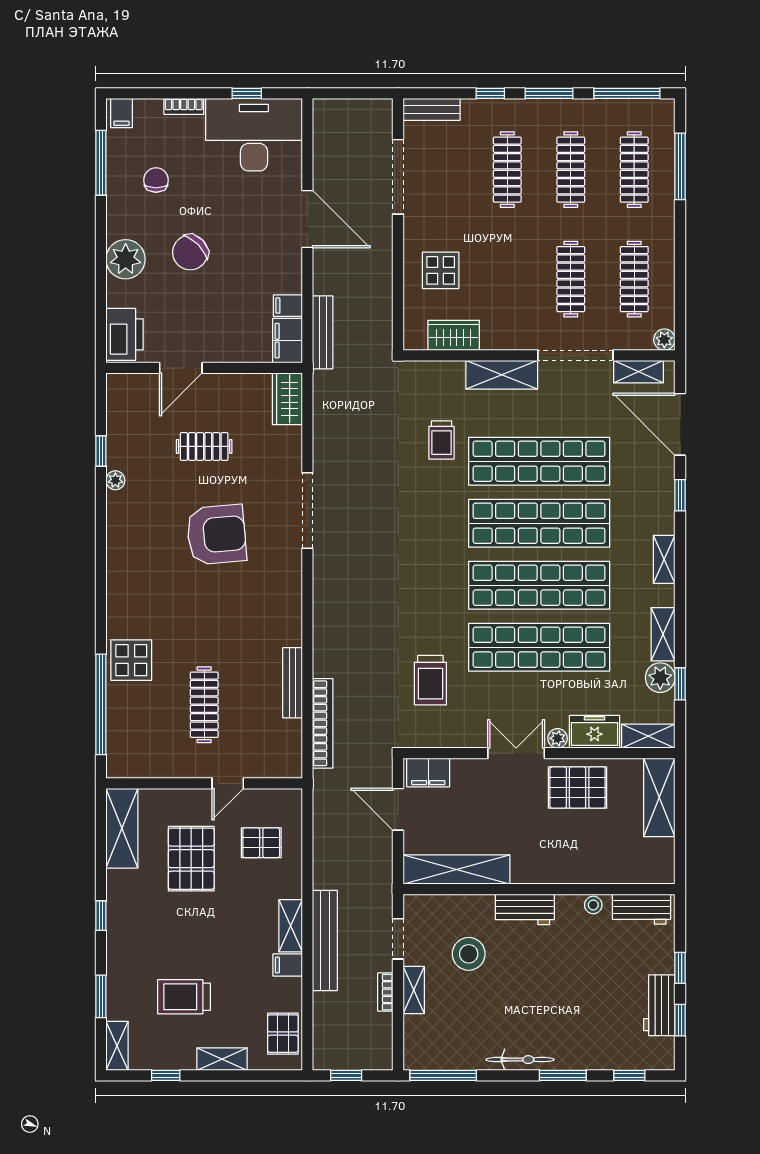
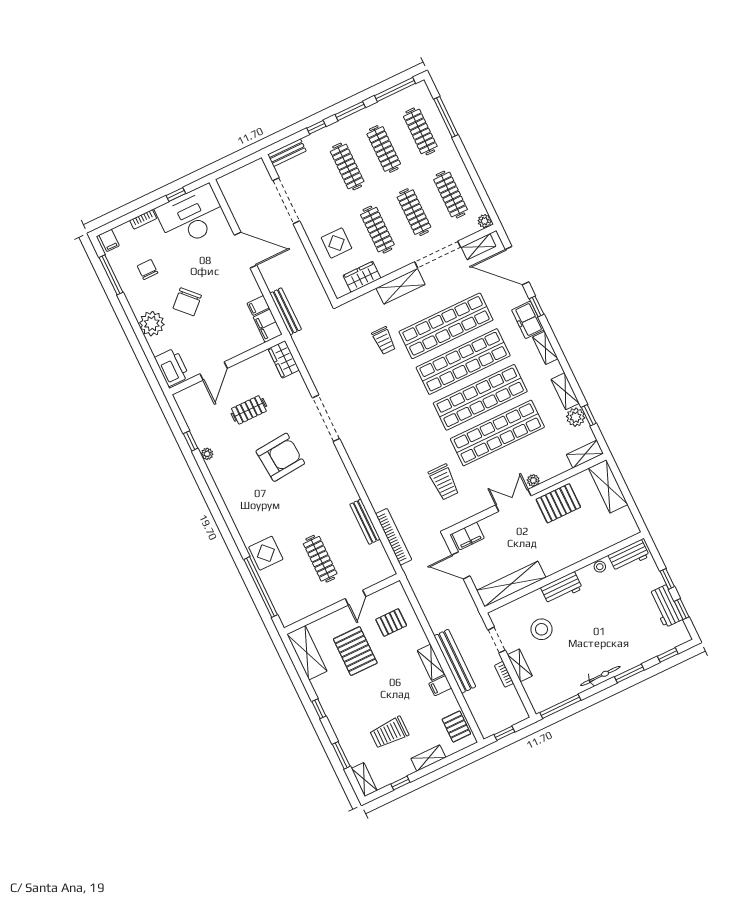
clothes rail: (507, 279) -> (377, 230), added
freezer: (594, 732) -> (528, 320), moved, turned -90

